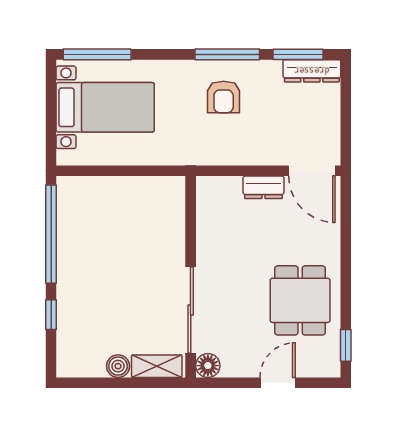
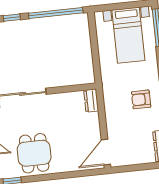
dresser: (263, 187) -> (91, 101), moved
dining table: (300, 300) -> (34, 153), turned 90

